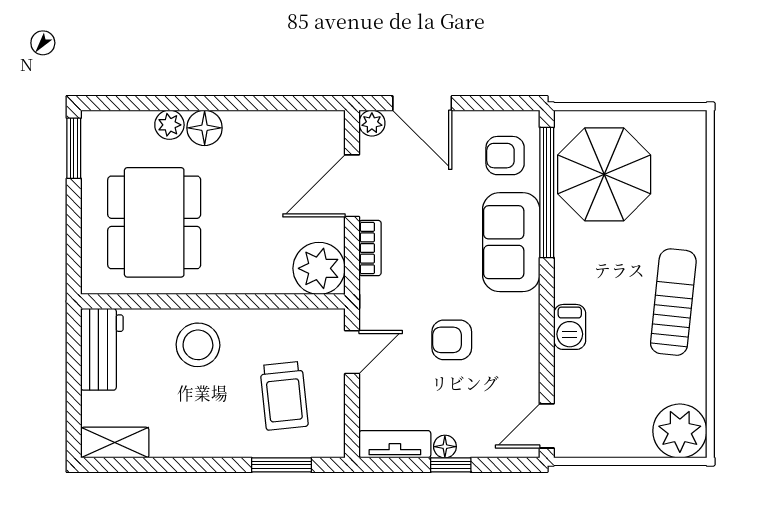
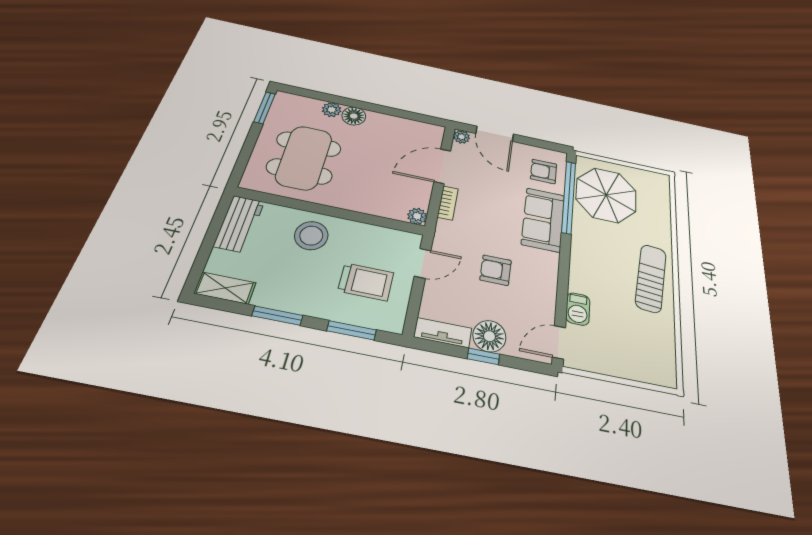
plant: (319, 268) -> (417, 216), width x0.53, depth x0.53
barbecue: (570, 327) -> (578, 309), moved
trolley: (284, 396) -> (366, 282), turned -84
plant: (680, 431) -> (657, 366), removed
floor lamp: (445, 447) -> (489, 336), width x1.89, depth x1.89
window: (188, 465) -> (277, 316), added

